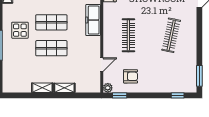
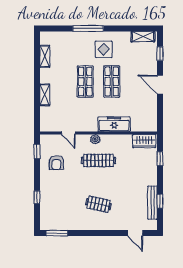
clothes rail: (171, 35) -> (98, 204), width x0.73
shelving: (42, 88) -> (45, 56), moved
plant: (108, 88) -> (95, 139), moved
window: (178, 95) -> (37, 197), moved

